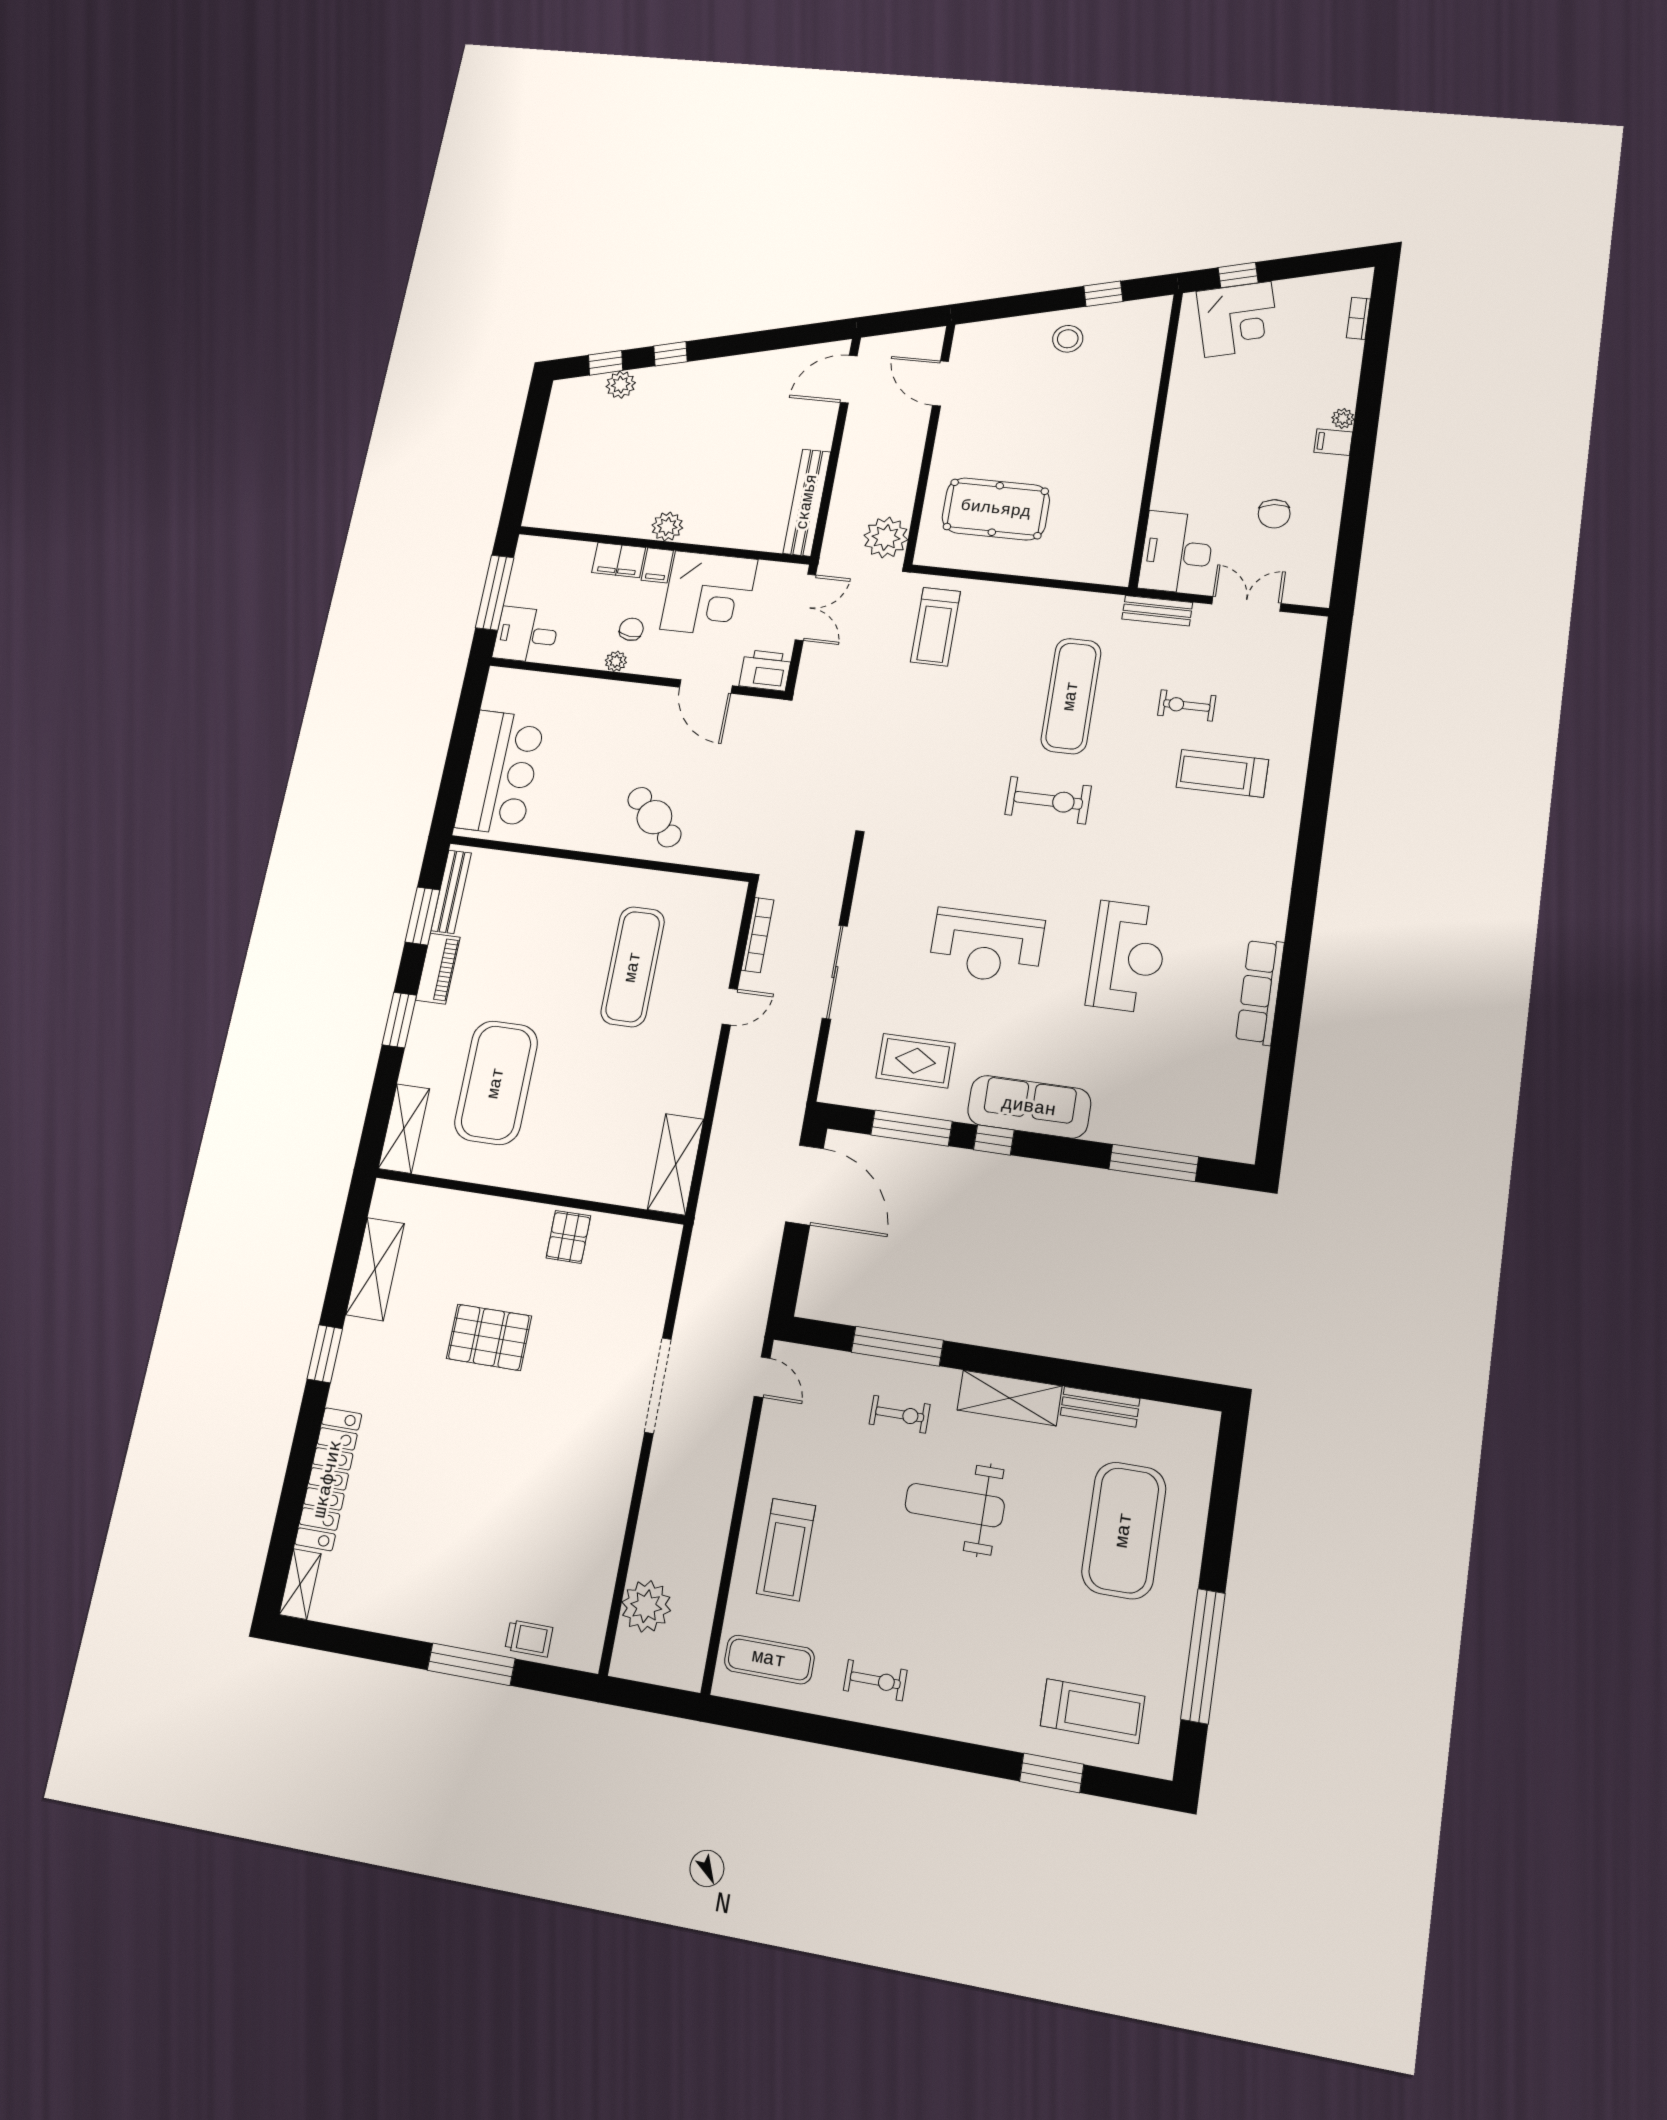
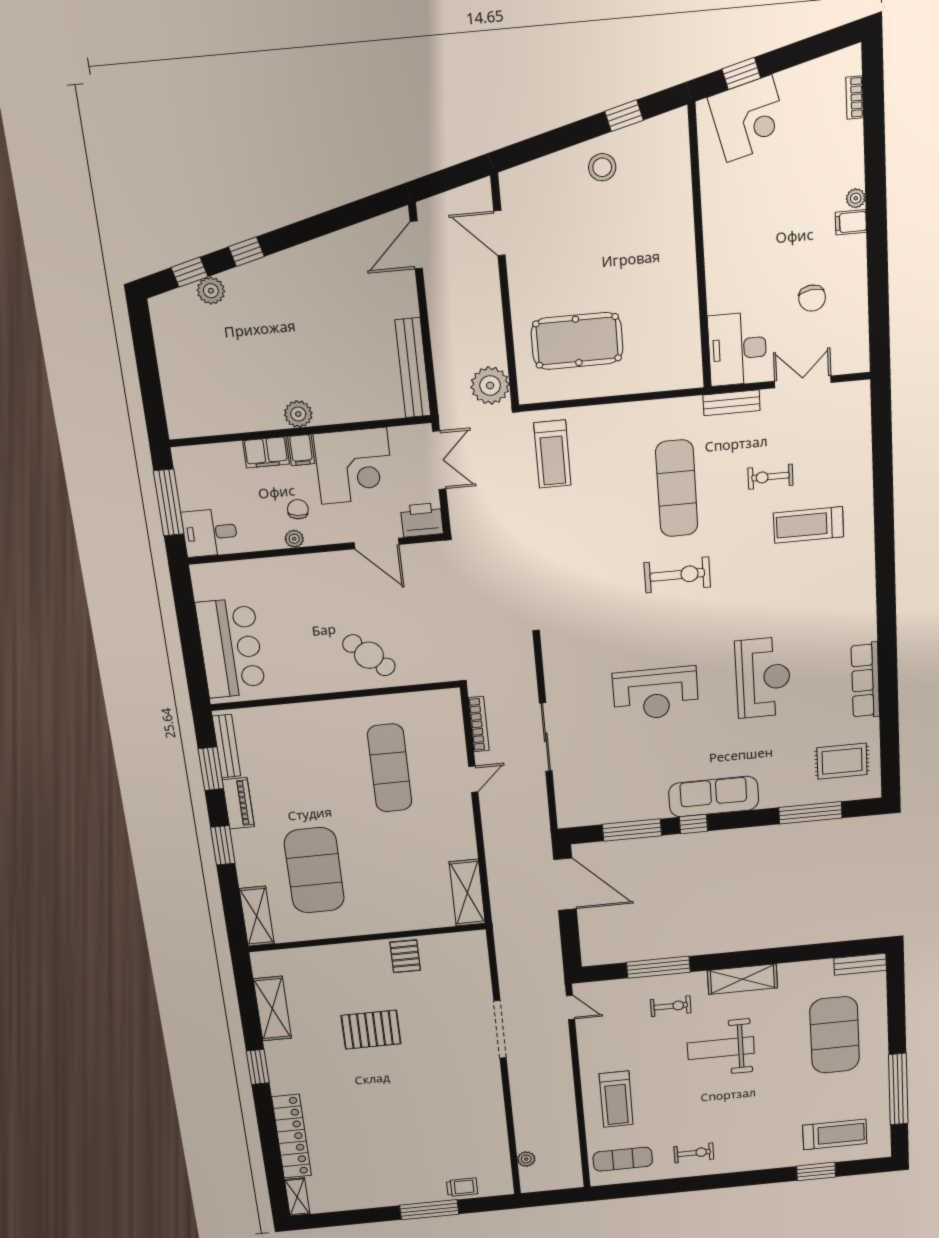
rug: (915, 1061) -> (842, 761), moved
bench: (1100, 1407) -> (860, 964), moved
plant: (646, 1606) -> (526, 1159), width x0.53, depth x0.53

